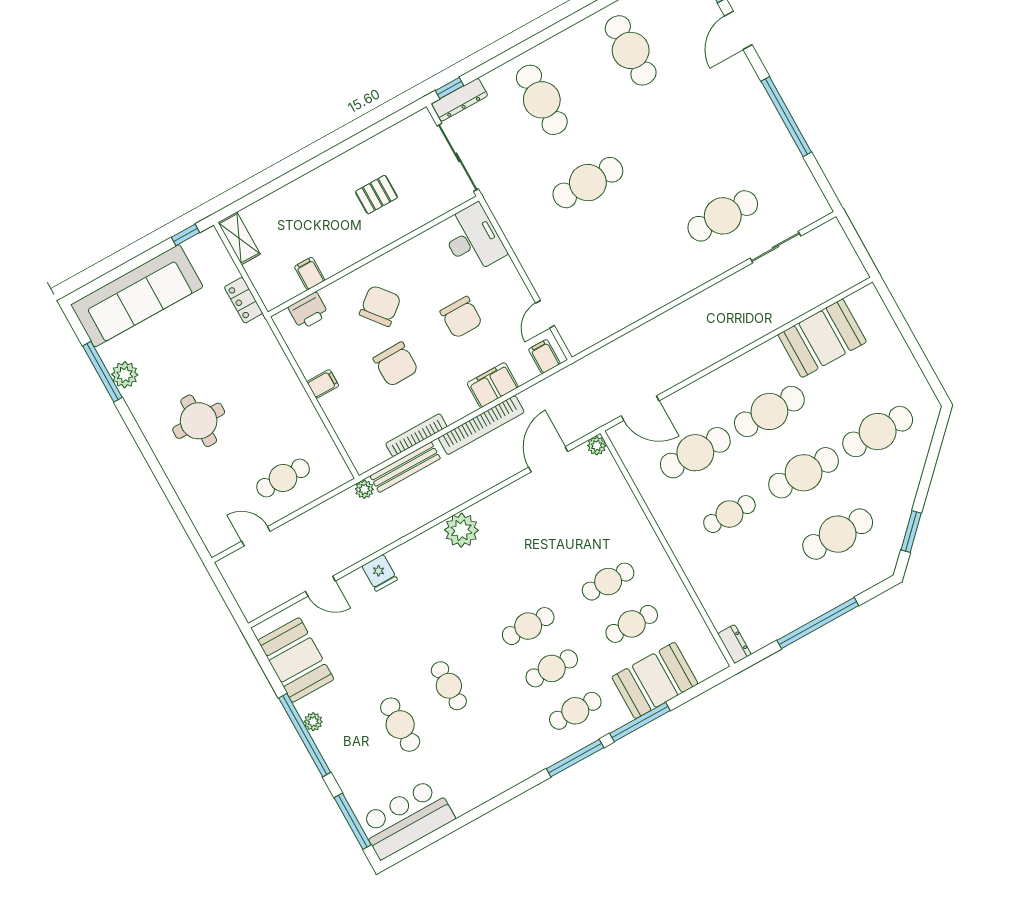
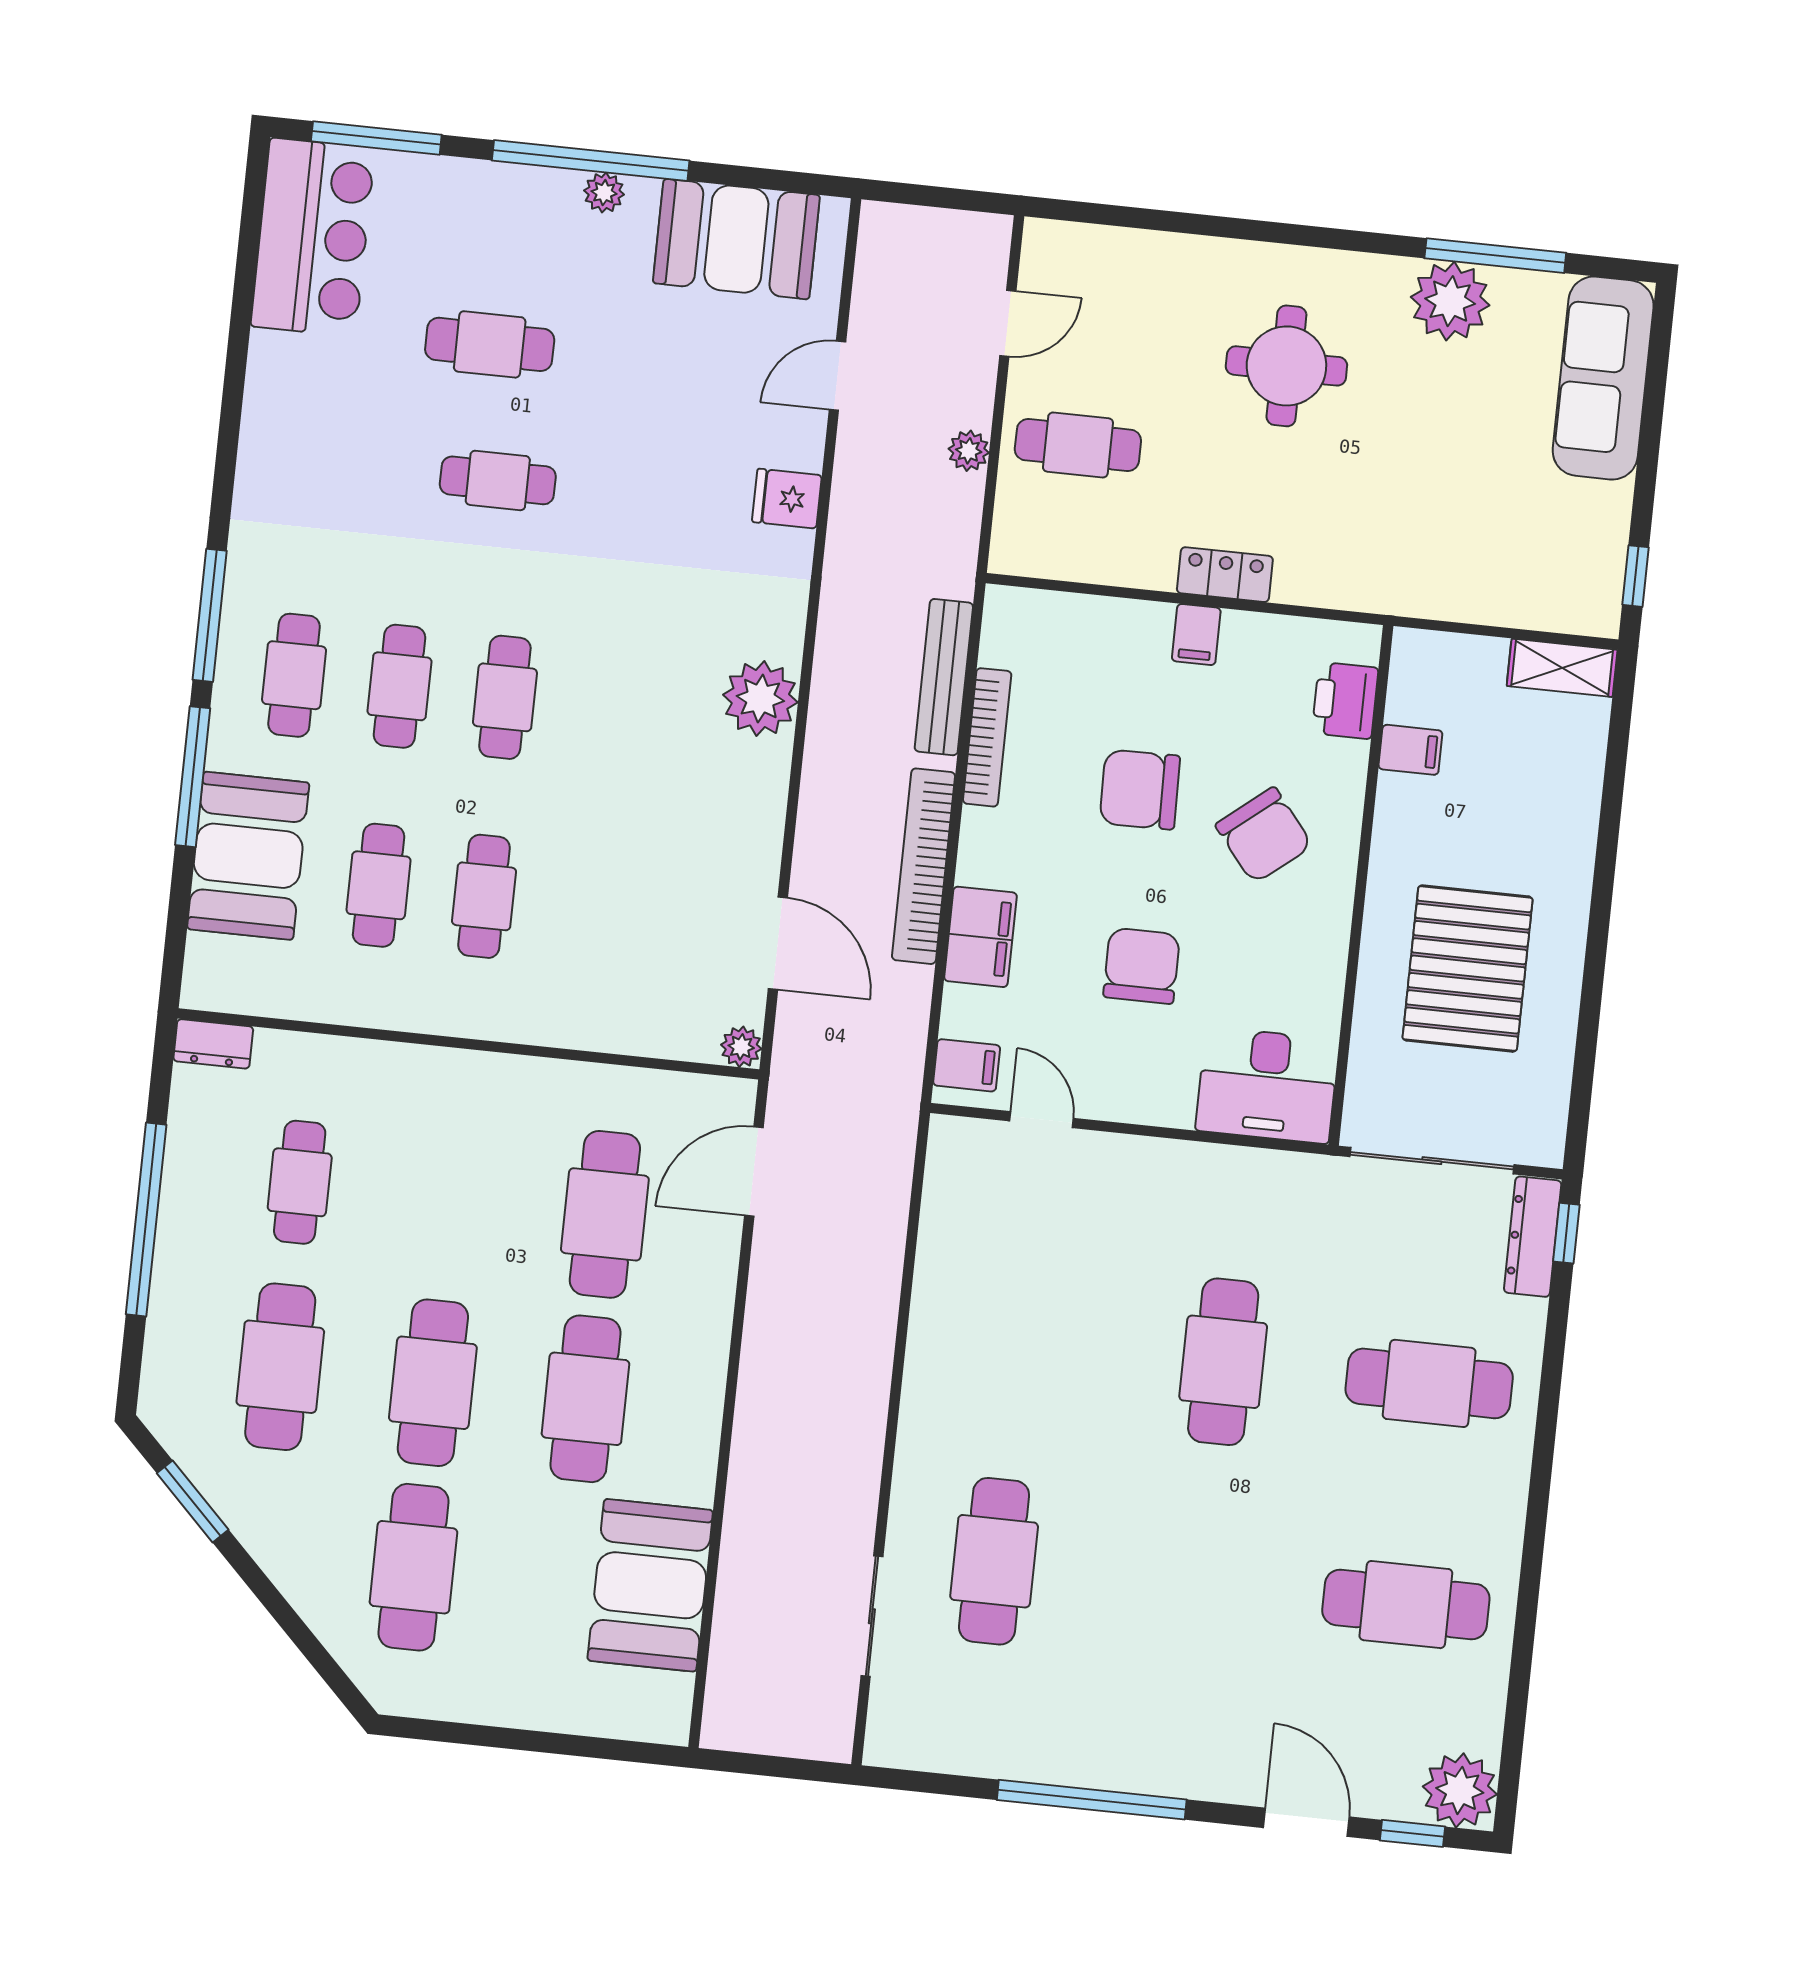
pallet: (376, 195) -> (1468, 969), width x2.05, depth x2.00
sofa: (137, 296) -> (1603, 378), width x0.74, depth x0.79
locker: (243, 300) -> (1225, 575), moved
chair: (461, 317) -> (1142, 966), turned 90
plant: (125, 375) -> (1450, 301), width x1.36, depth x1.36
cafe table: (283, 478) -> (1078, 445), turned 90
plant: (364, 489) -> (969, 451), moved
cafe table: (729, 514) -> (300, 1182), moved

